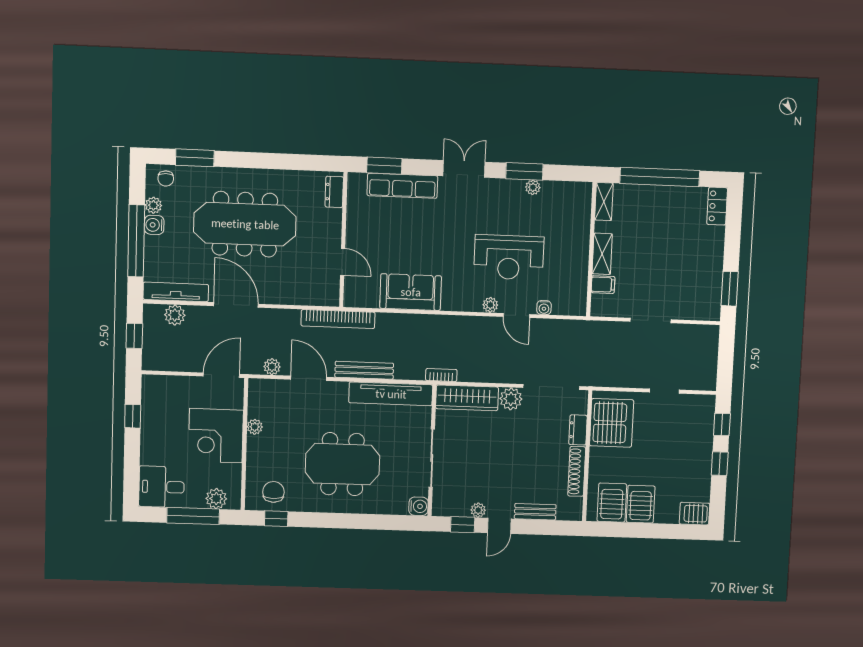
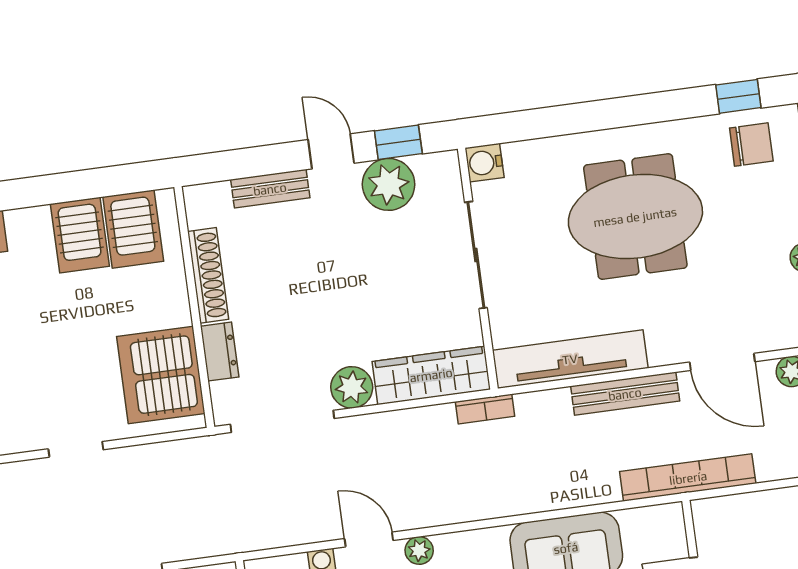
chair: (273, 492) -> (751, 145), turned -90
plant: (478, 510) -> (389, 184), width x1.88, depth x1.88
door: (499, 526) -> (331, 151), hinge flipped

